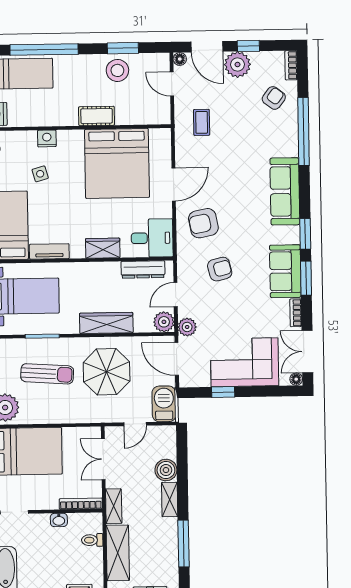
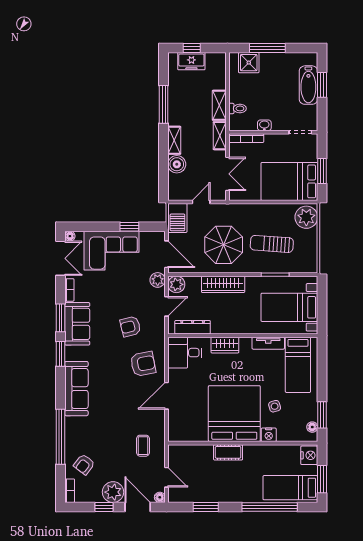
stool: (117, 70) -> (210, 489), removed
bed: (117, 163) -> (234, 414), moved
shelving: (118, 553) -> (219, 105), width x0.67, depth x0.75

